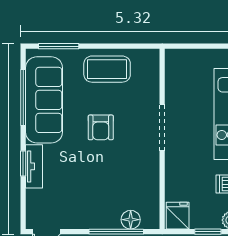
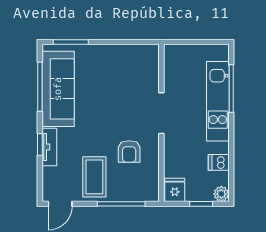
coffee table: (107, 69) -> (94, 177), moved, turned 90
armchair: (101, 127) -> (129, 151), moved
floor lamp: (131, 220) -> (134, 193), removed

